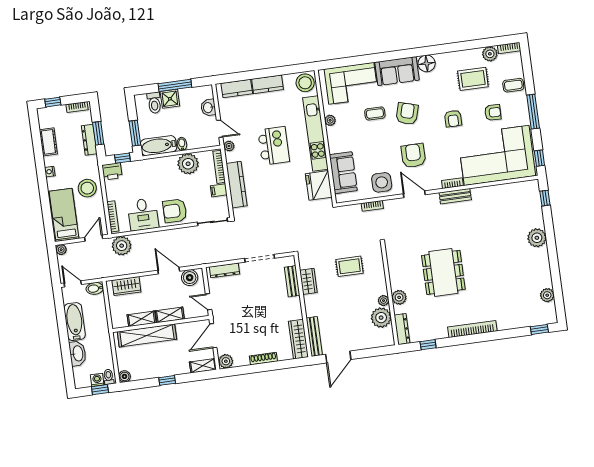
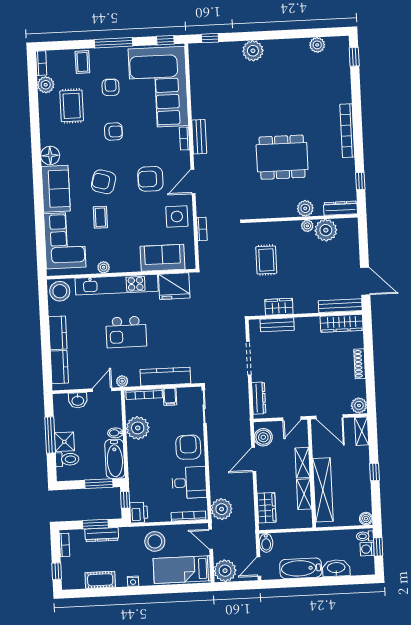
kitchen island: (274, 146) -> (126, 332), turned 180
armchair: (175, 211) -> (188, 447), turned 180
plant: (61, 250) -> (225, 571), width x1.87, depth x1.87

